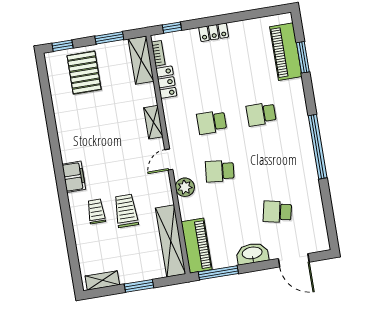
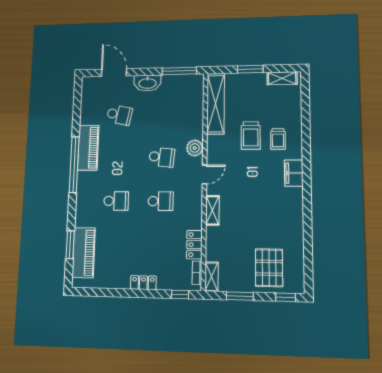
shelving: (141, 60) -> (212, 277), width x0.67, depth x0.75
piano: (197, 246) -> (88, 148), moved, turned 180

